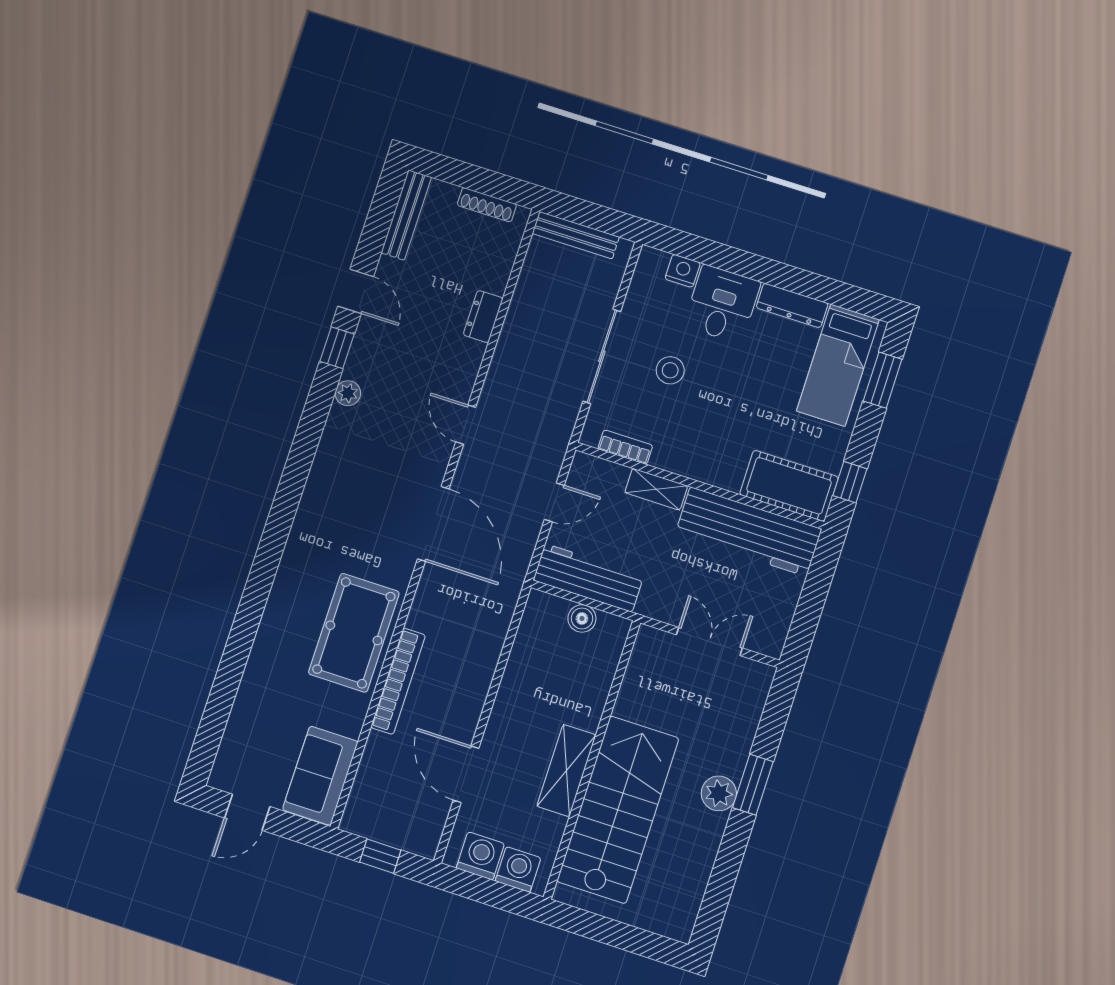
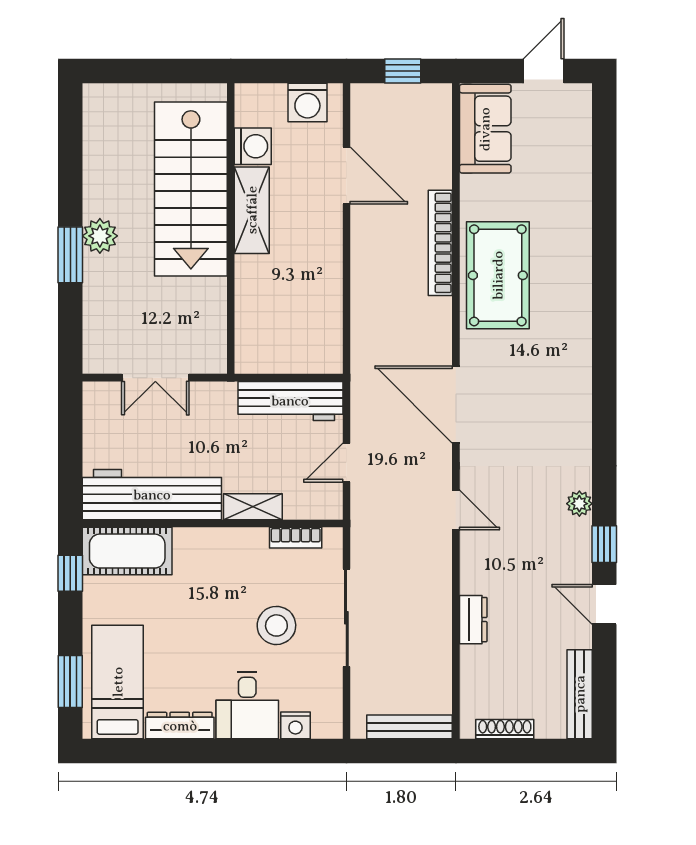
stool: (670, 370) -> (276, 625), width x1.38, depth x1.38
boiler: (582, 618) -> (284, 360), removed
washing machine: (518, 869) -> (253, 146), moved, turned -90

